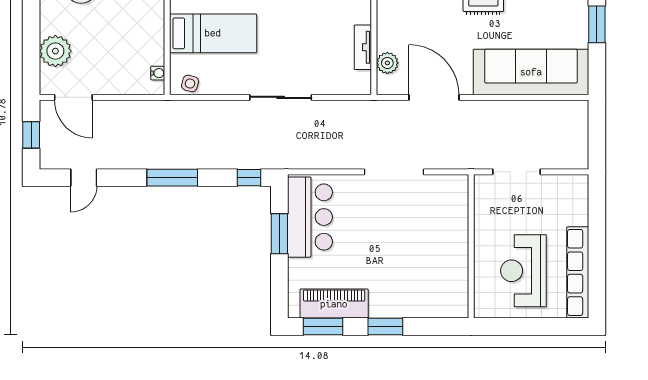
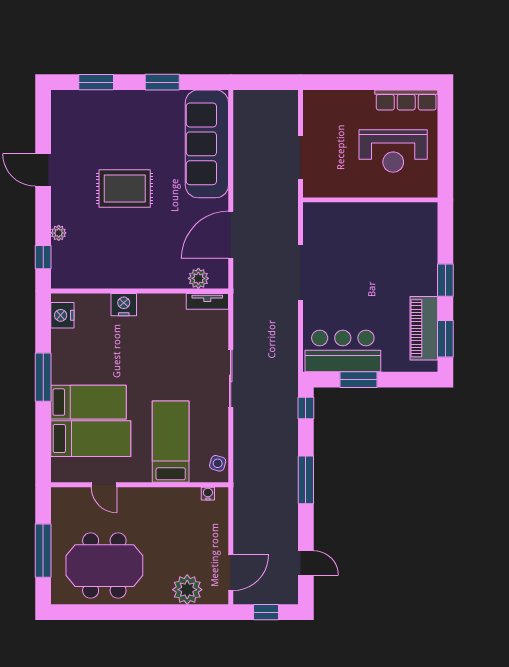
tv unit: (363, 47) -> (207, 301), moved
row of seats: (578, 272) -> (406, 100), width x0.73

